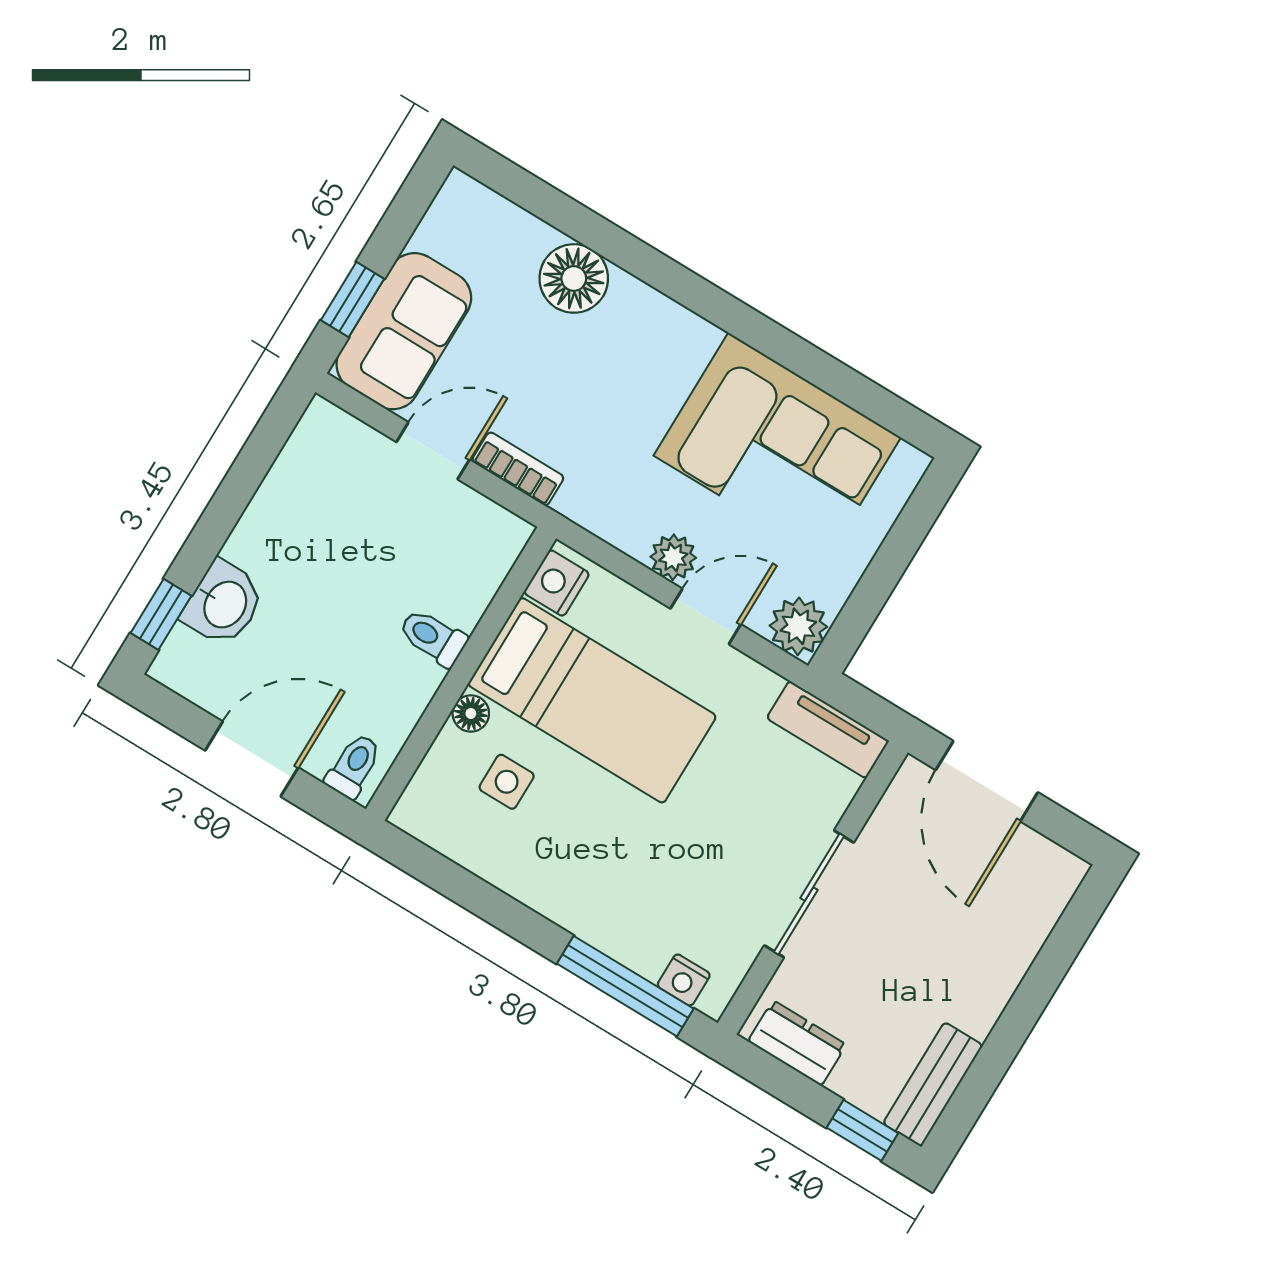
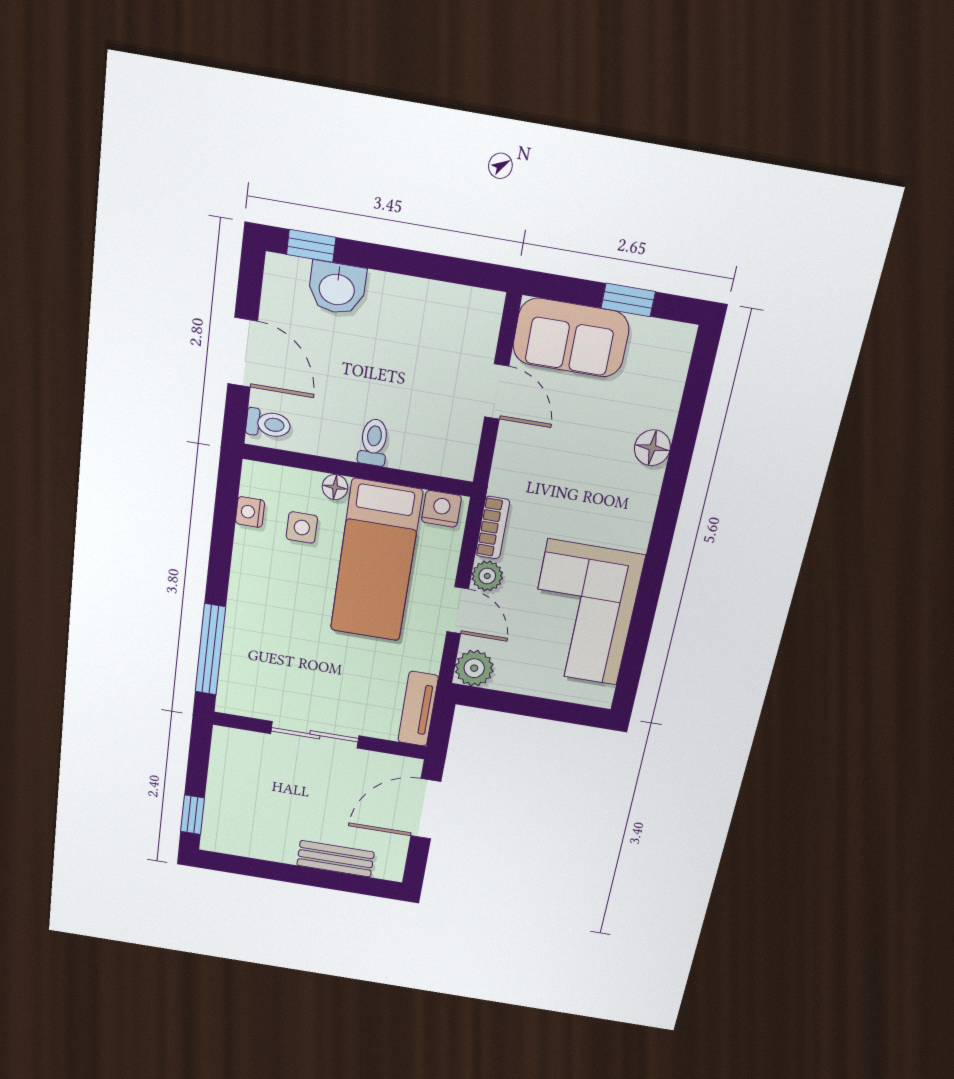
floor lamp: (574, 278) -> (652, 448), width x0.73, depth x0.73
window: (352, 300) -> (628, 300), moved
bookcase: (518, 469) -> (493, 528), moved
nightstand: (684, 980) -> (250, 512), moved
dresser: (797, 1043) -> (225, 761), removed
bench: (933, 1084) -> (335, 859), moved

